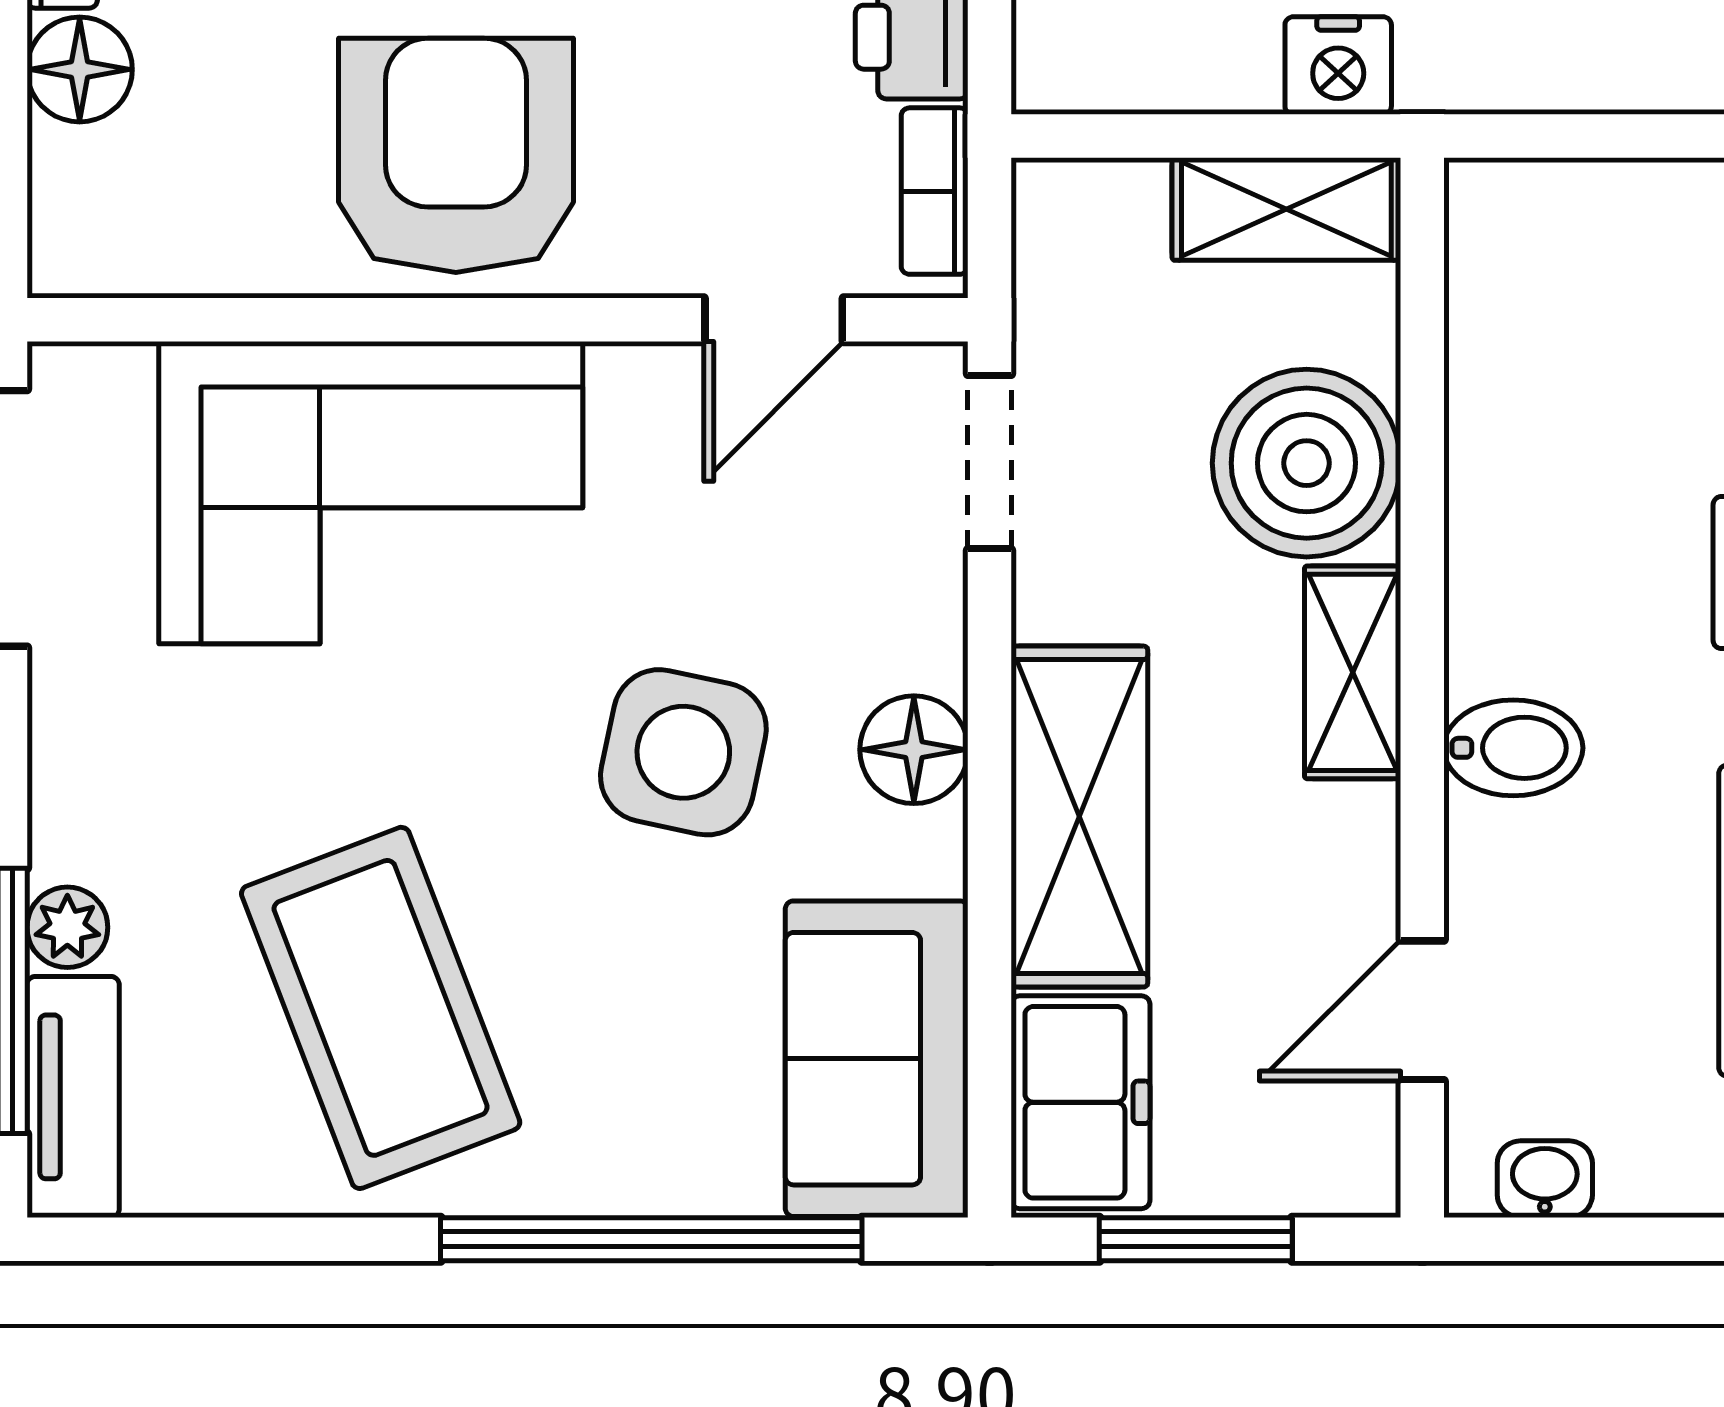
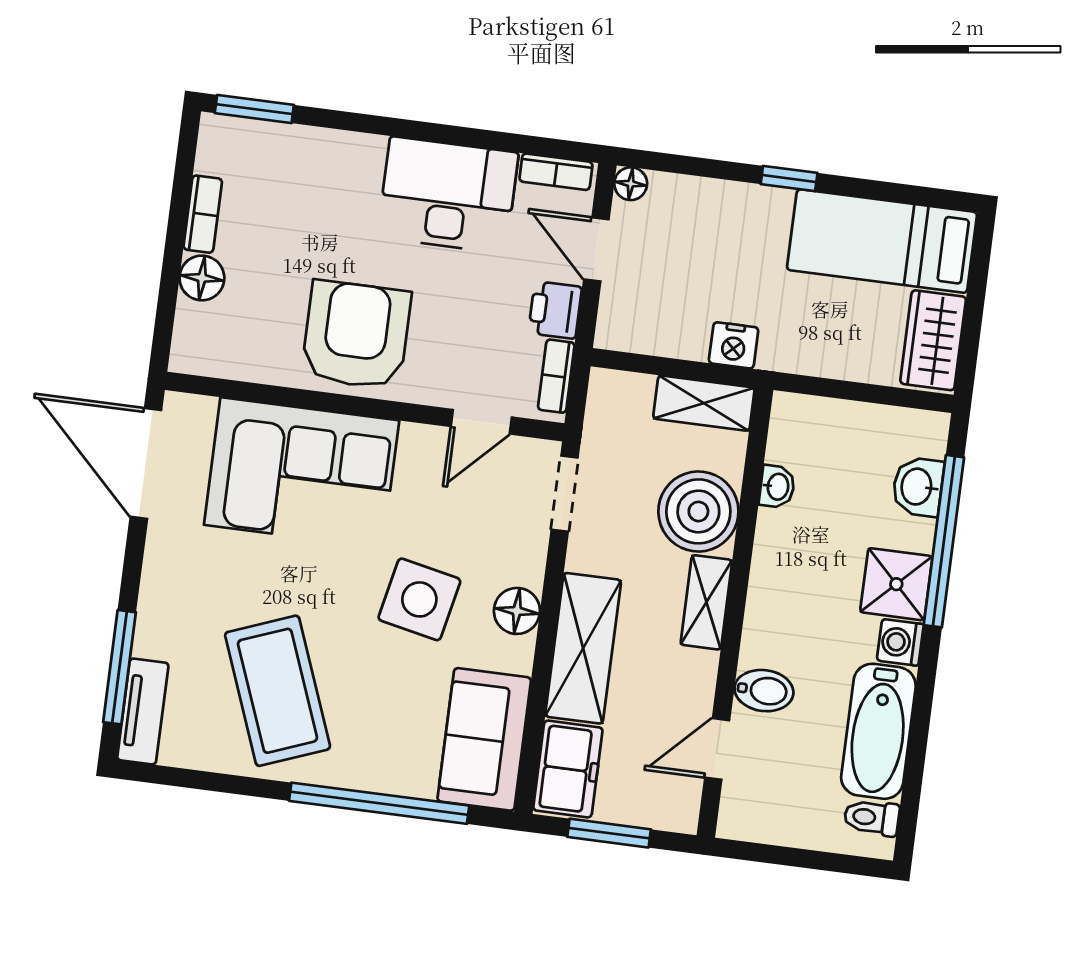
bidet: (1513, 748) -> (764, 691), moved
plant: (67, 927) -> (150, 640), removed
washbasin: (1545, 1179) -> (777, 487), moved, turned 90

